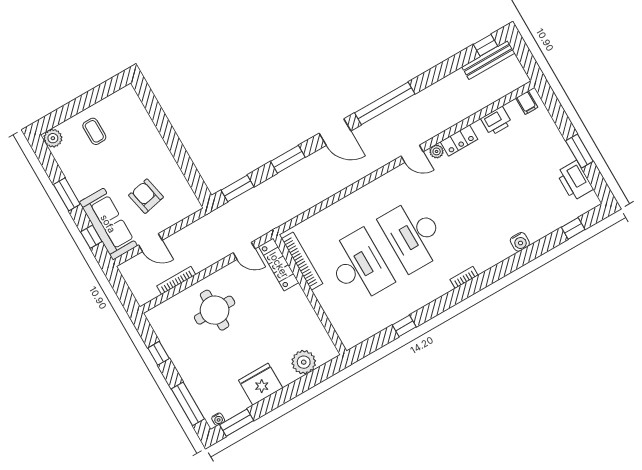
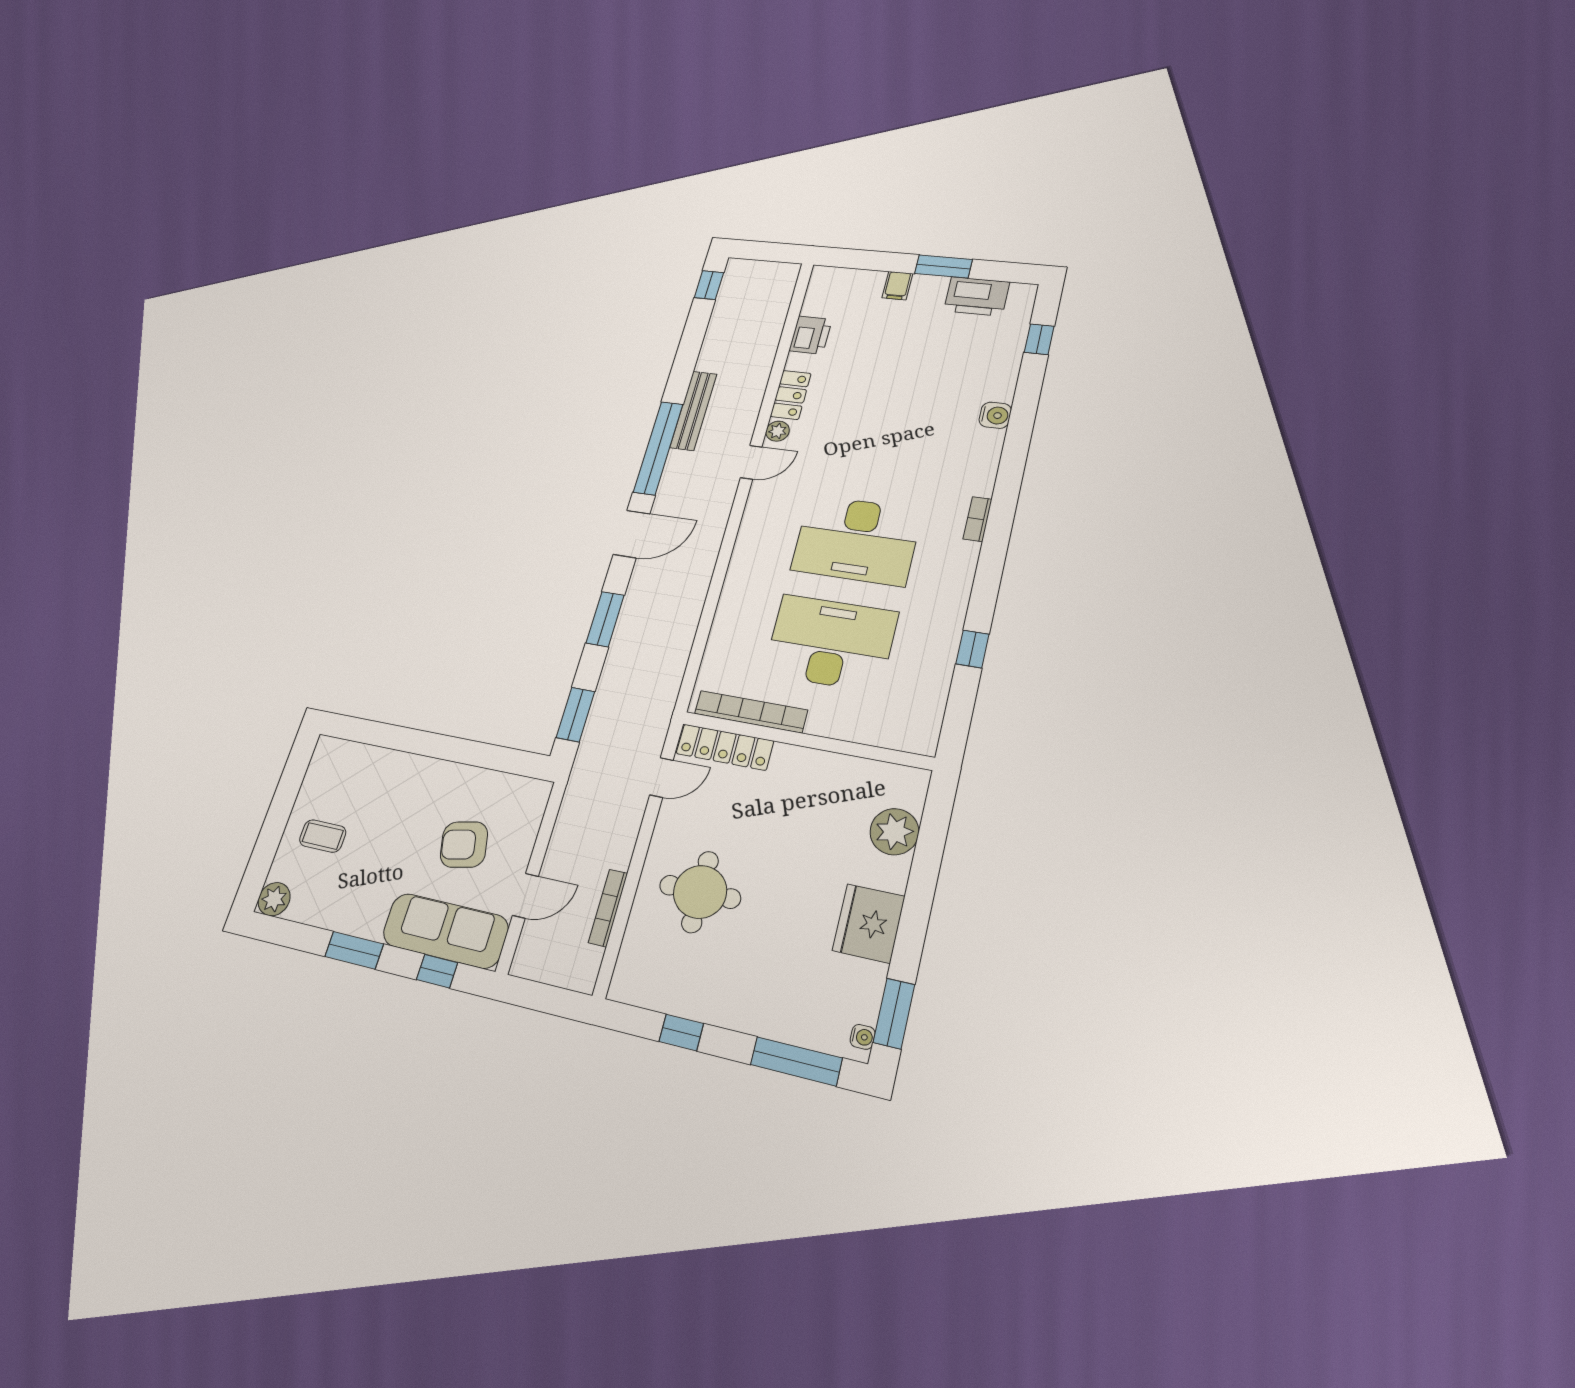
bench: (488, 60) -> (693, 411), moved
filing cabinet: (527, 103) -> (897, 286), moved, turned 90

